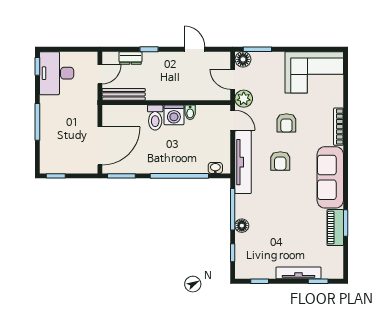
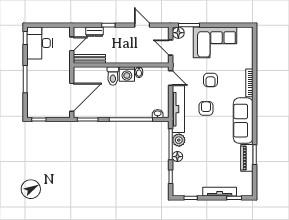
corner sofa: (314, 72) -> (215, 42), moved
plant: (244, 99) -> (179, 140), moved
armchair: (280, 161) -> (206, 108), turned 180

